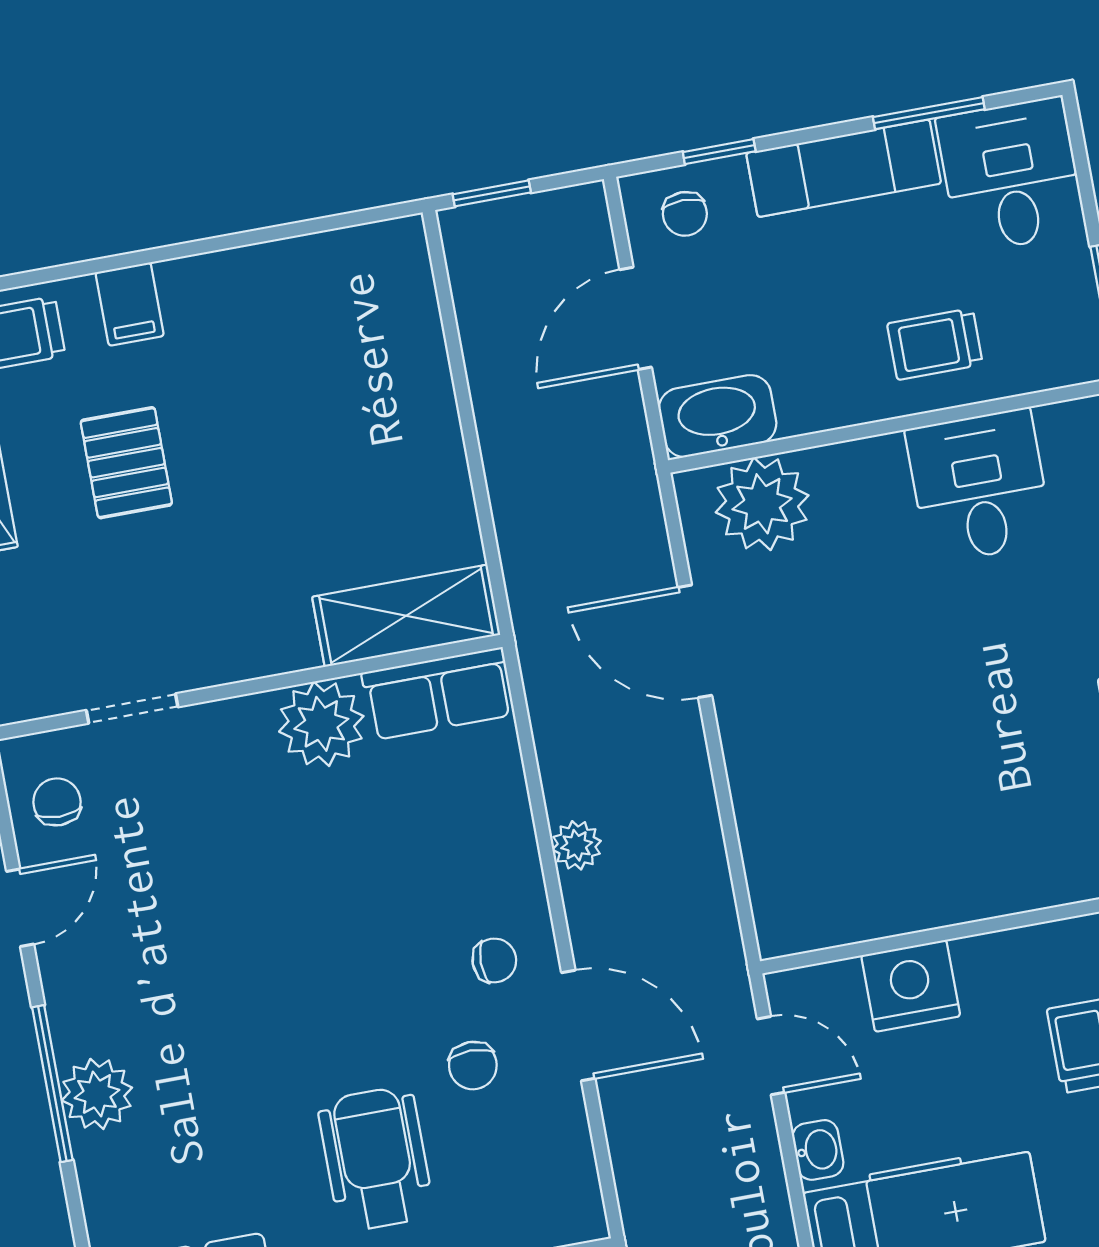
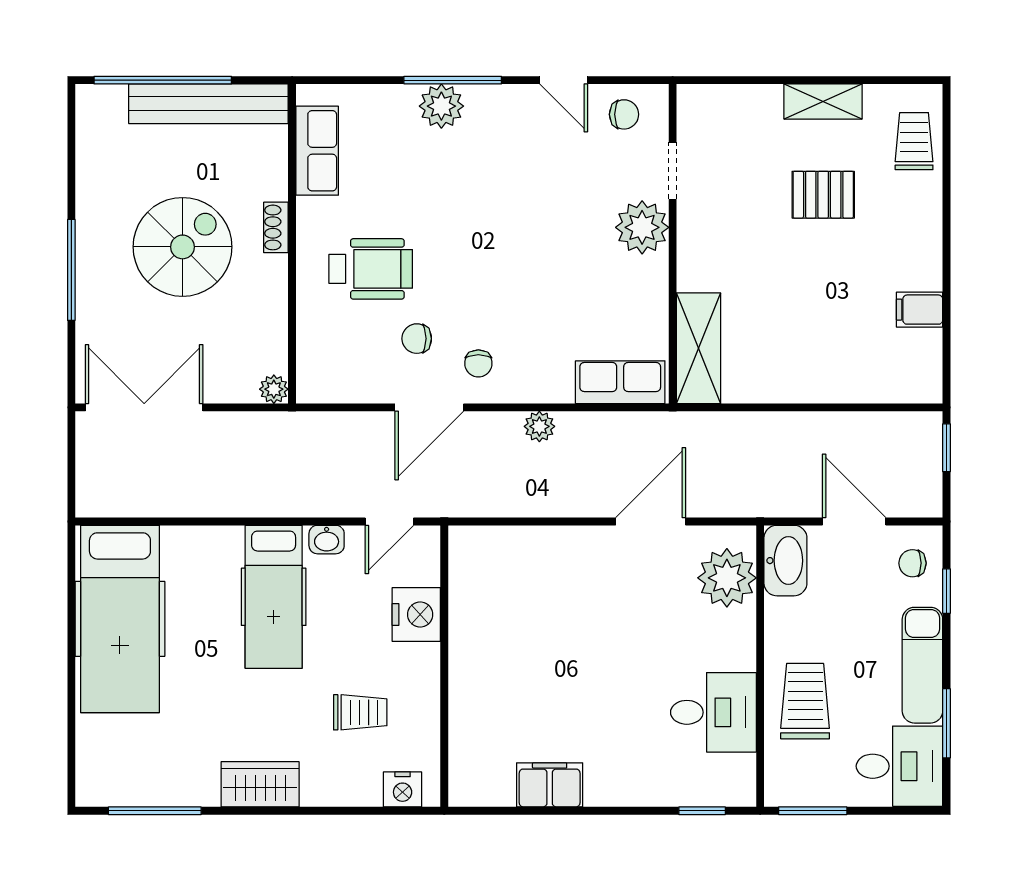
filing cabinet: (130, 304) -> (920, 310), moved
trolley: (935, 344) -> (805, 701), width x1.36, depth x1.39
row of seats: (438, 694) -> (620, 382), moved, turned 90
plant: (321, 724) -> (642, 227), moved

